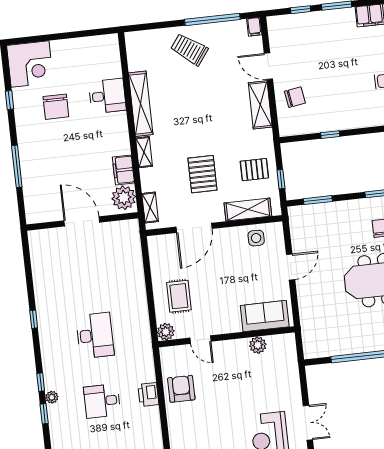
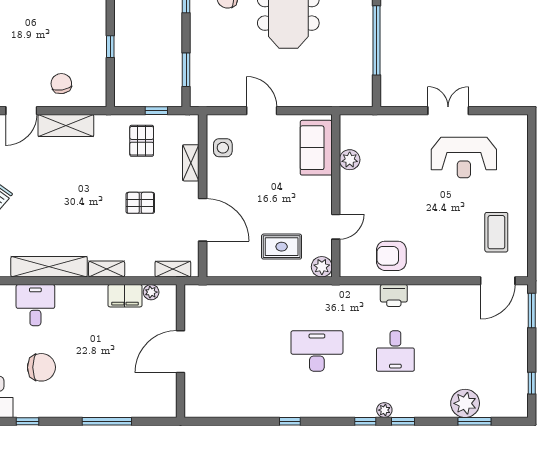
pallet: (202, 174) -> (140, 203), width x0.67, depth x0.71
plant: (124, 198) -> (151, 292), width x0.53, depth x0.53
shelving: (248, 210) -> (191, 163), width x0.67, depth x0.75

